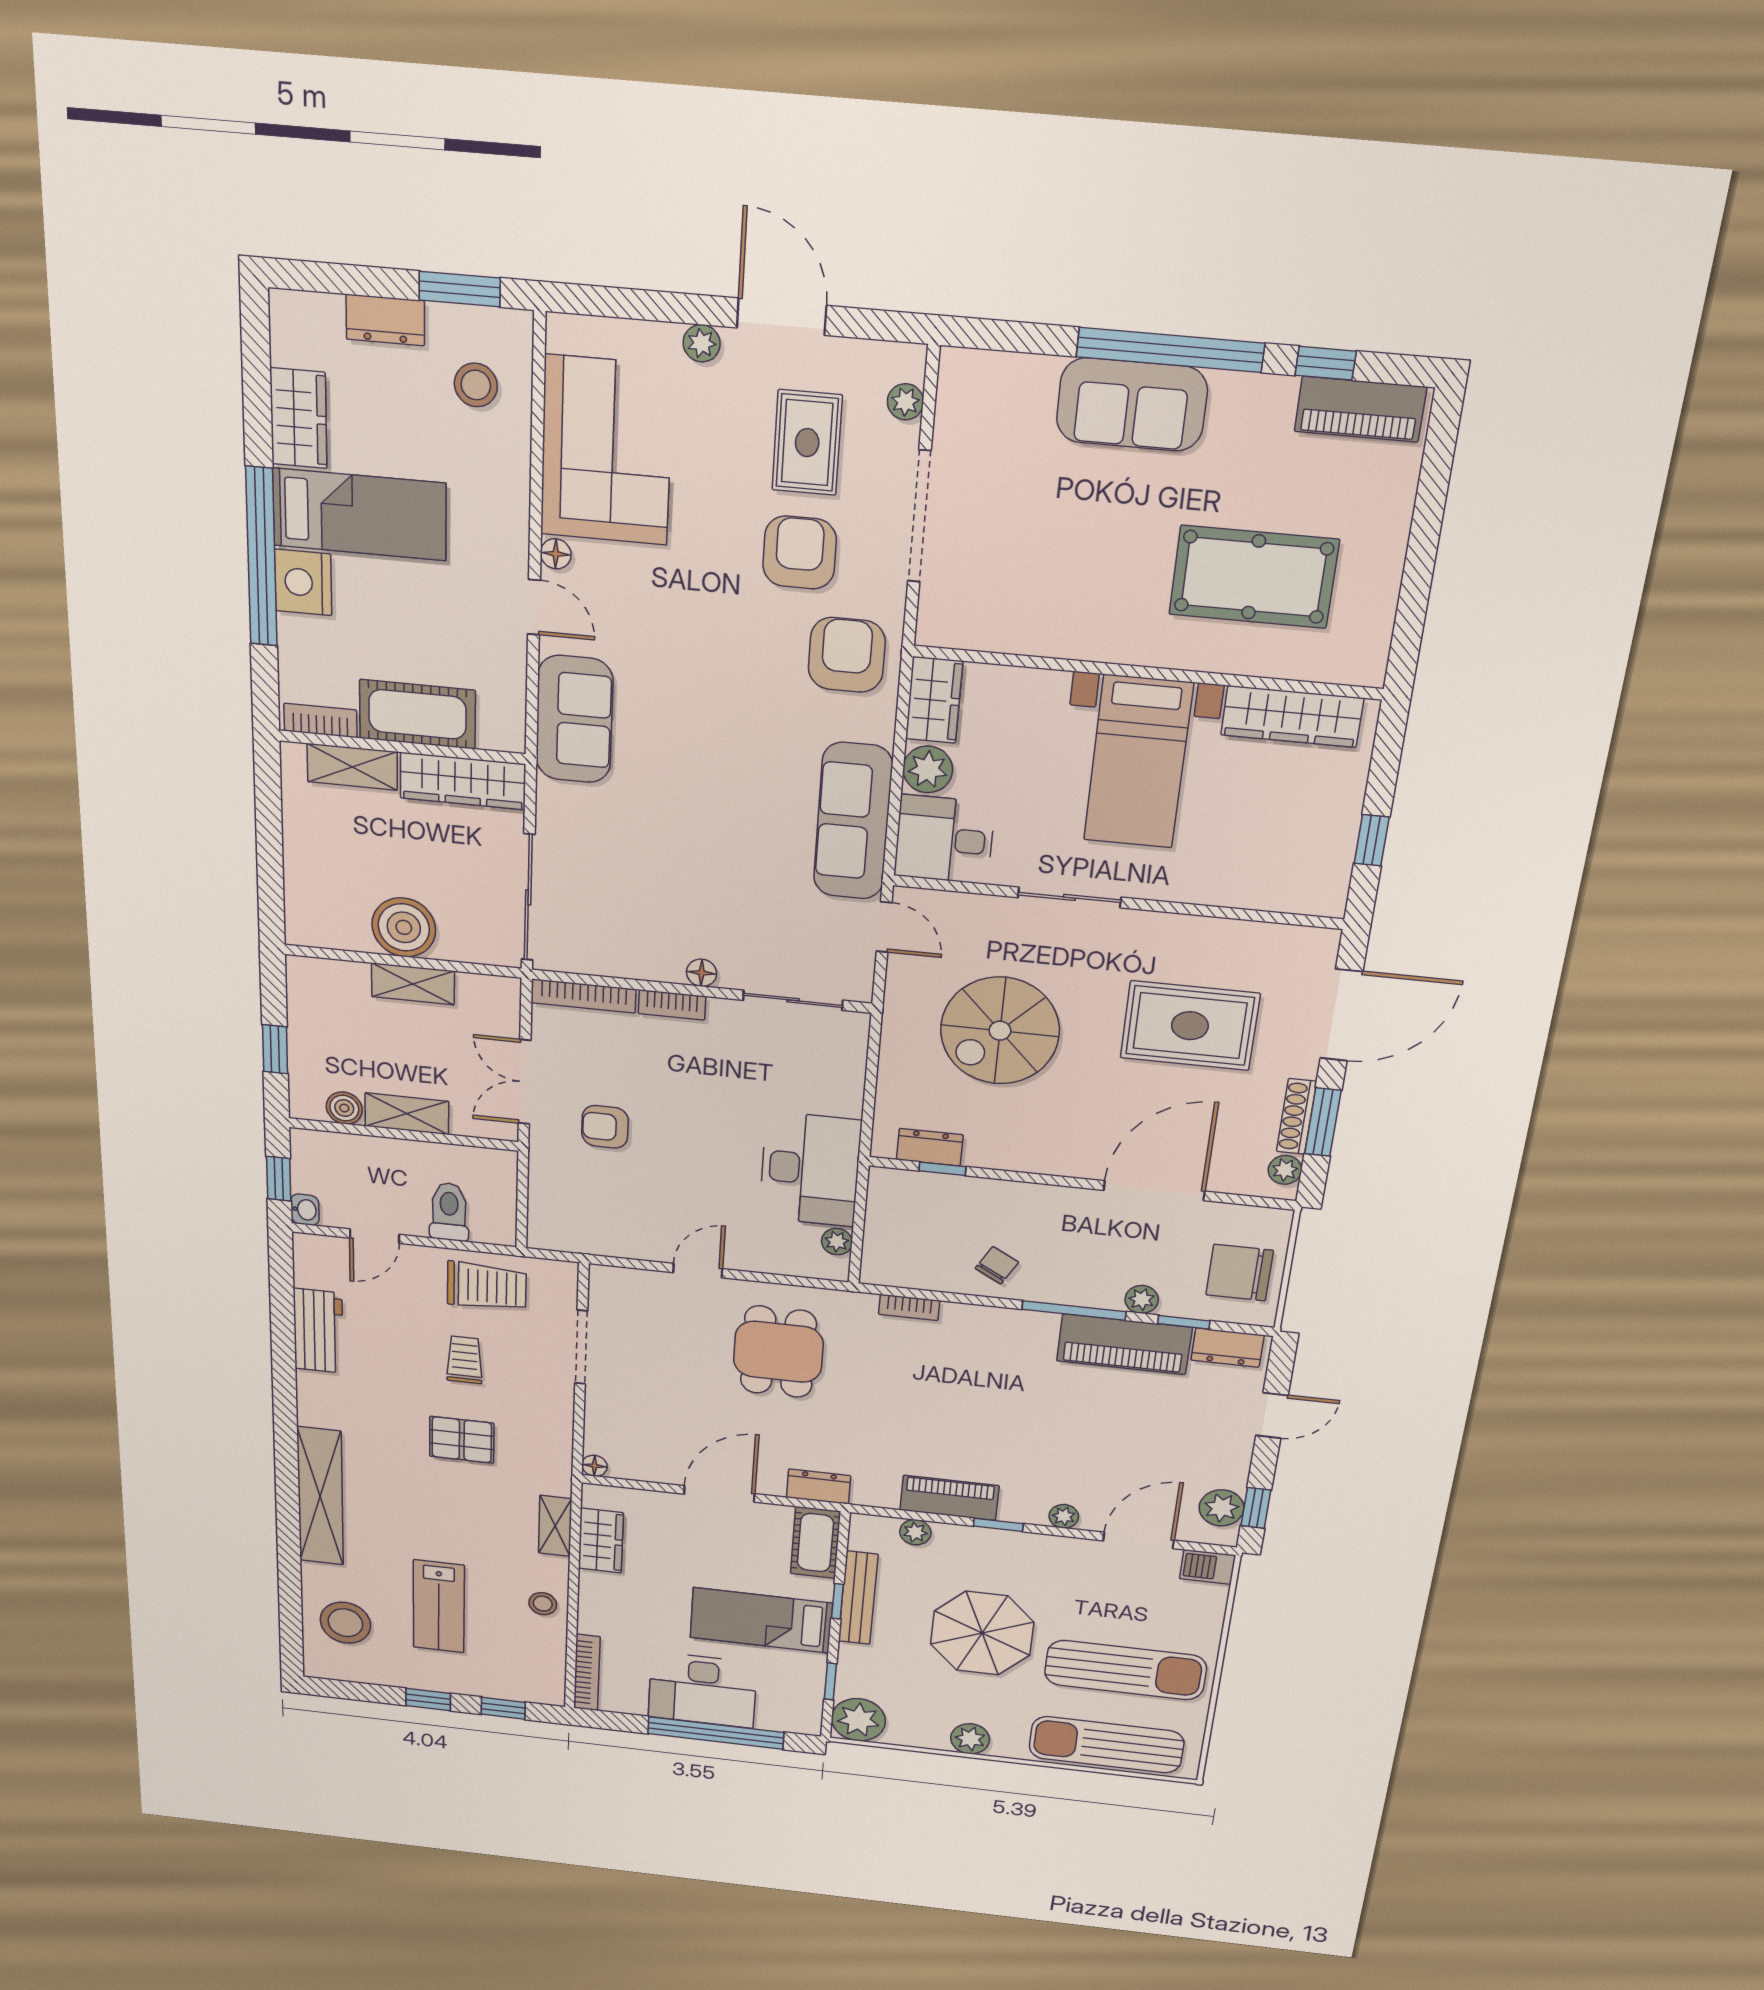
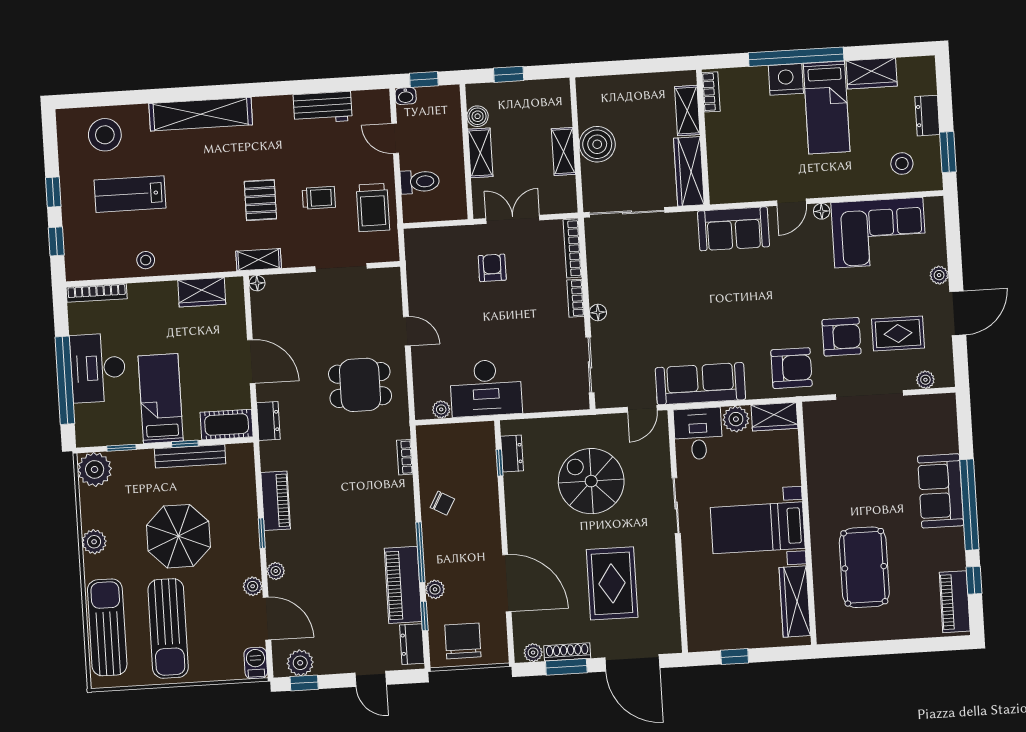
cot: (417, 714) -> (723, 144), removed
shelving: (555, 1526) -> (259, 260), moved
plant: (915, 1532) -> (253, 586), moved

